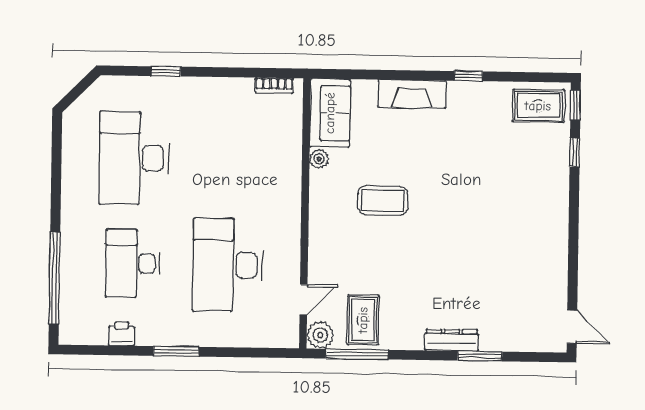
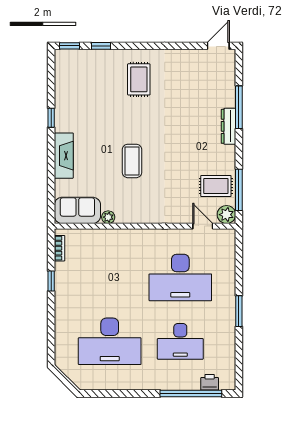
window: (166, 71) -> (51, 281), moved
rug: (538, 106) -> (139, 79), moved
coffee table: (383, 201) -> (132, 161), moved
printer: (121, 334) -> (210, 382), moved, turned 90
window: (480, 356) -> (239, 107), width x1.44

